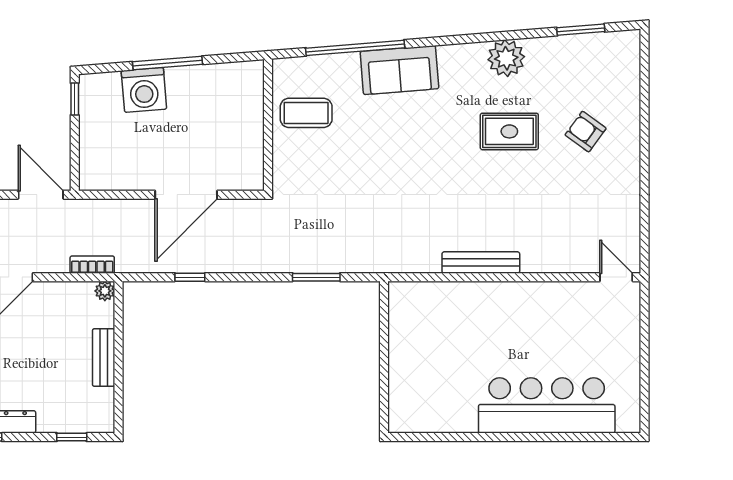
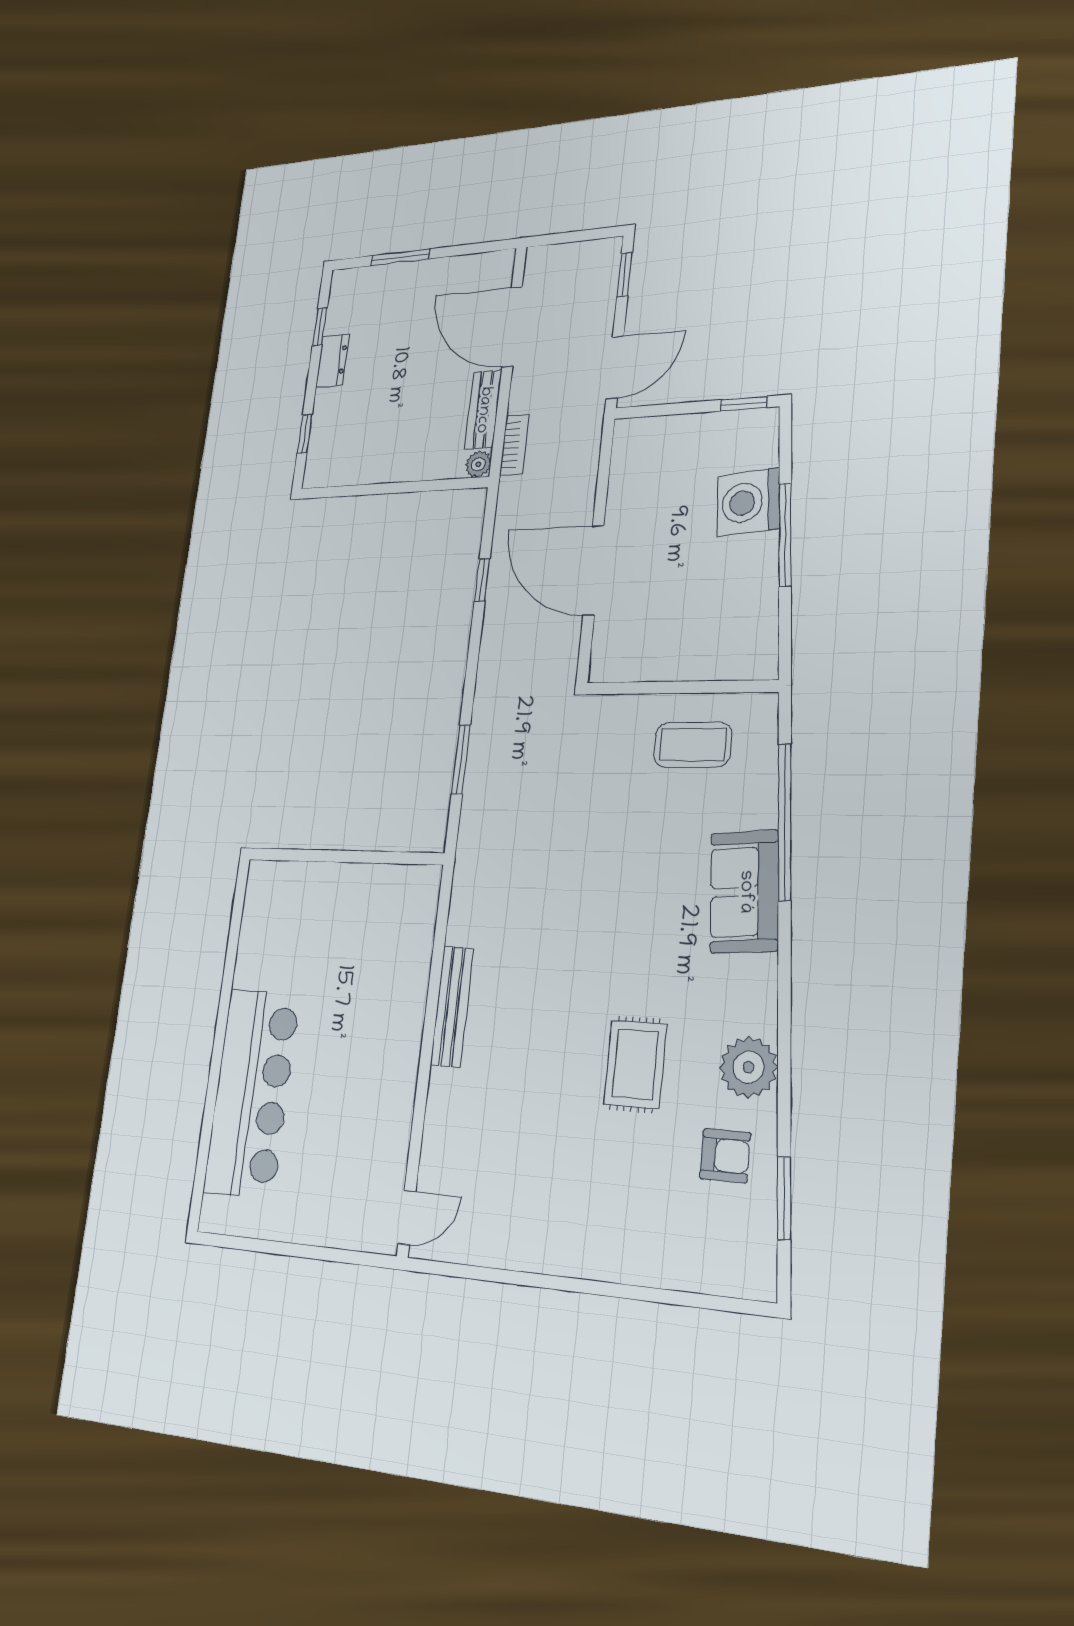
coffee table: (306, 113) -> (693, 745), turned 90
armchair: (586, 132) -> (725, 1156), moved, turned 54
bench: (104, 358) -> (483, 410), moved, turned 90

